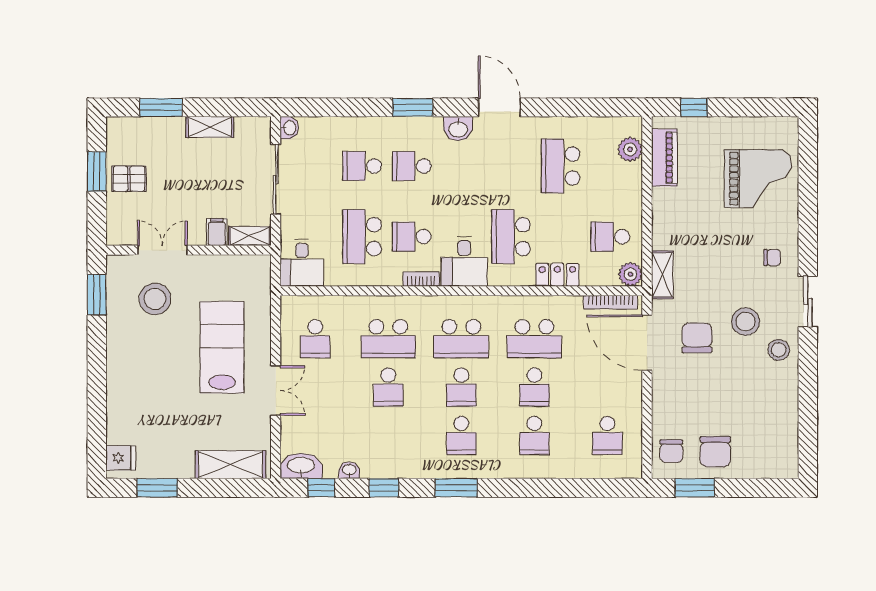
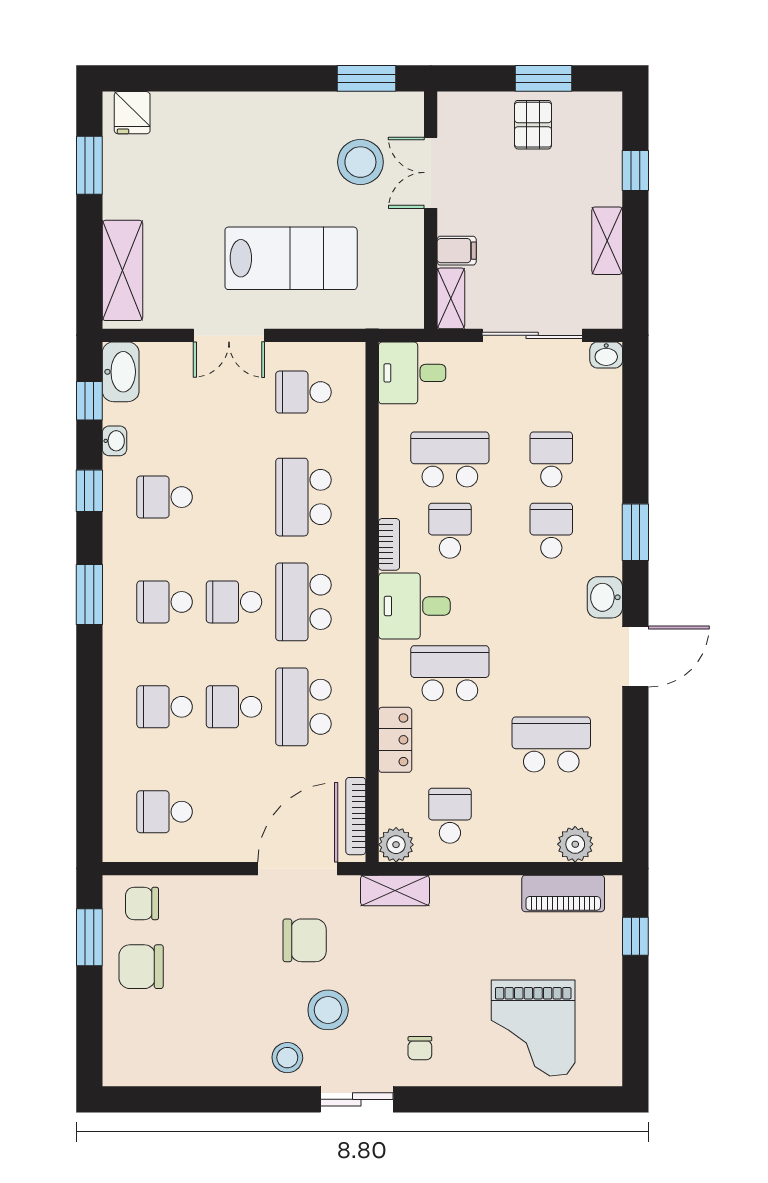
window: (161, 107) -> (635, 171), width x0.67
double door: (162, 250) -> (431, 173), swing flipped
school desk: (388, 387) -> (165, 497), moved

